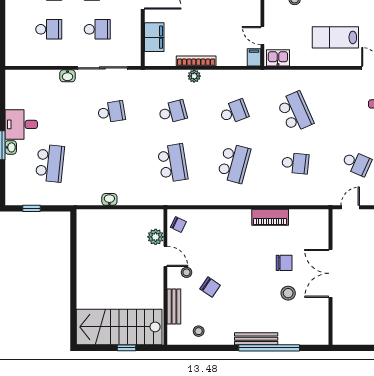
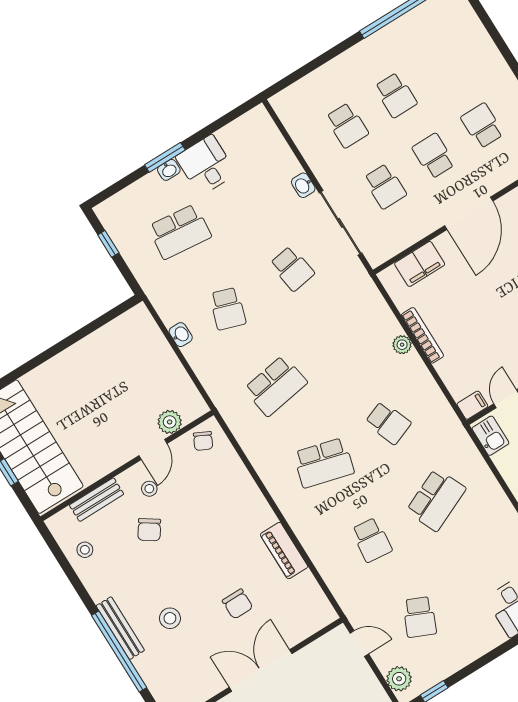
school desk: (173, 112) -> (228, 309), moved, turned 33
stool: (288, 293) -> (170, 618), moved

